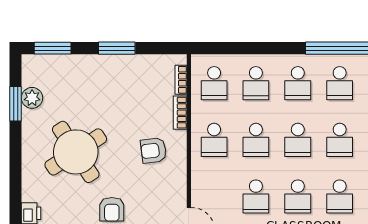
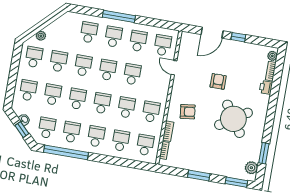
plant: (32, 98) -> (251, 168), moved

